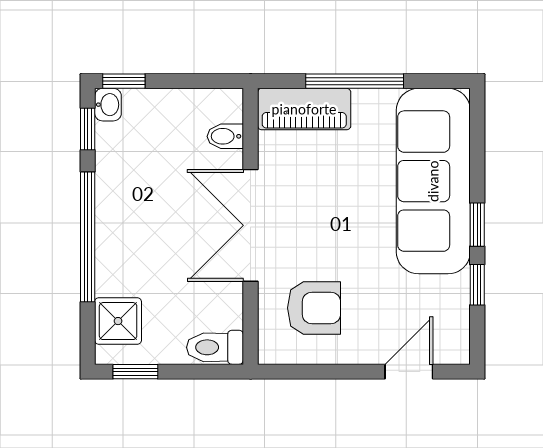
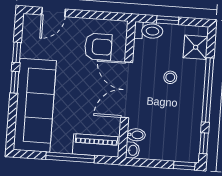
washbasin: (108, 105) -> (133, 150), moved, turned 180
double door: (251, 225) -> (127, 90), swing flipped
stool: (165, 257) -> (170, 77), added
armchair: (314, 308) -> (98, 47), turned 180
window: (135, 372) -> (168, 20), moved

